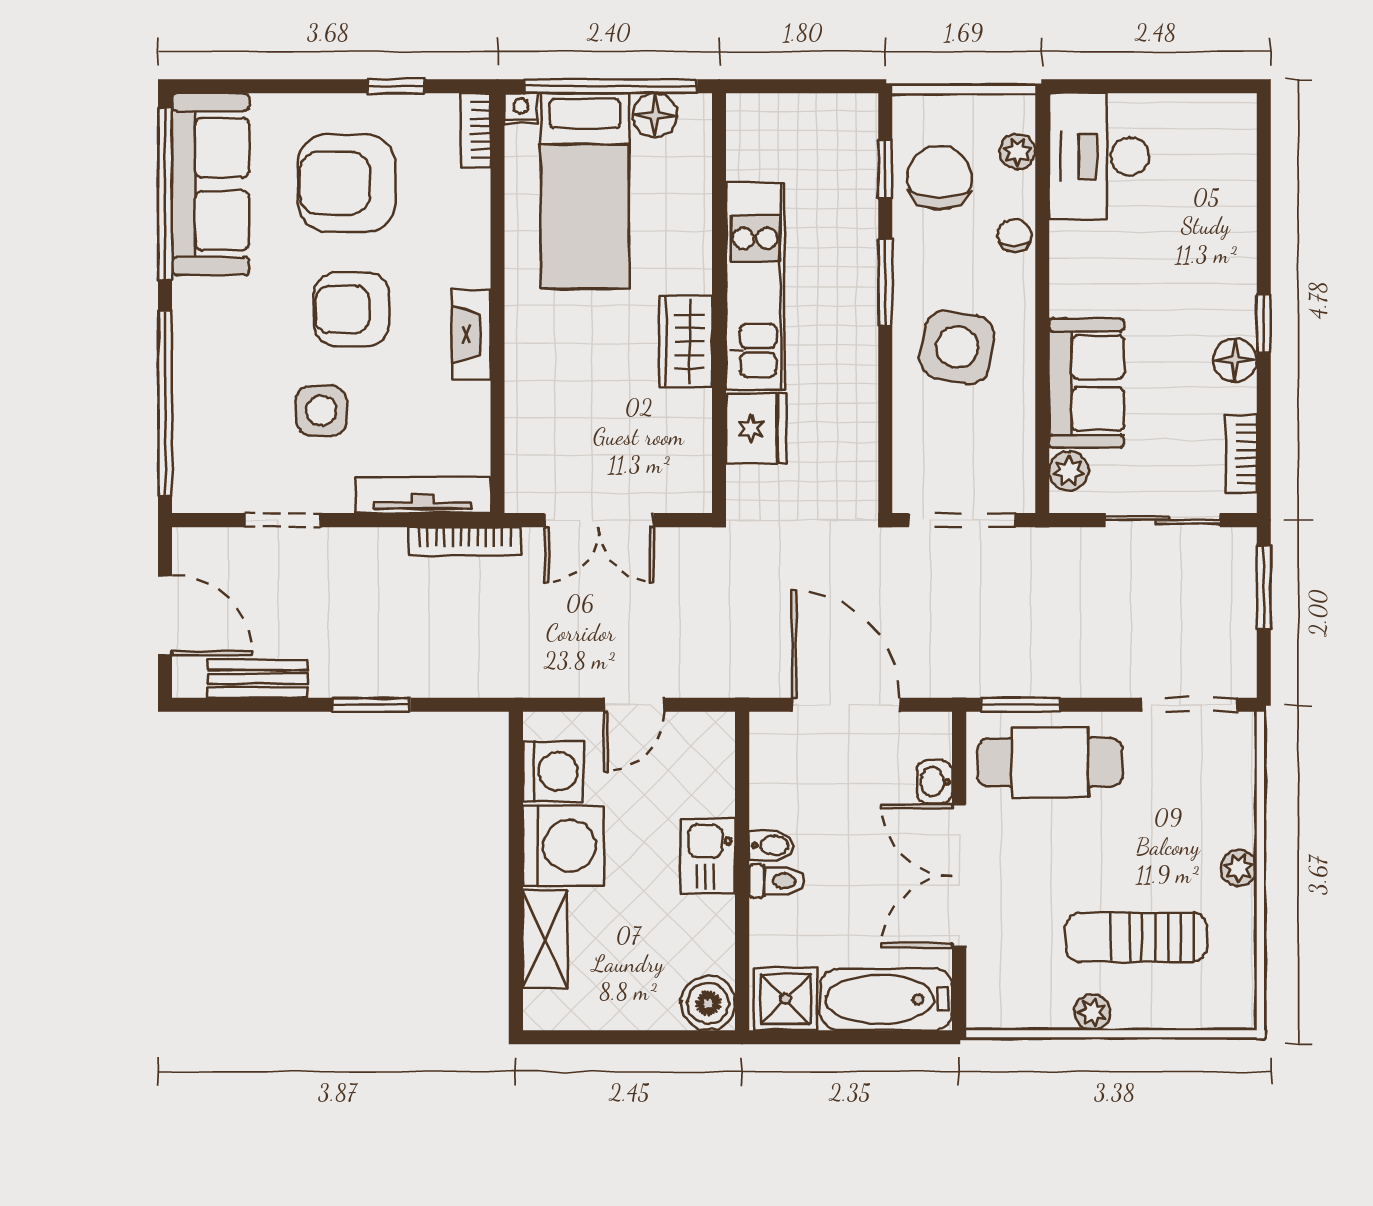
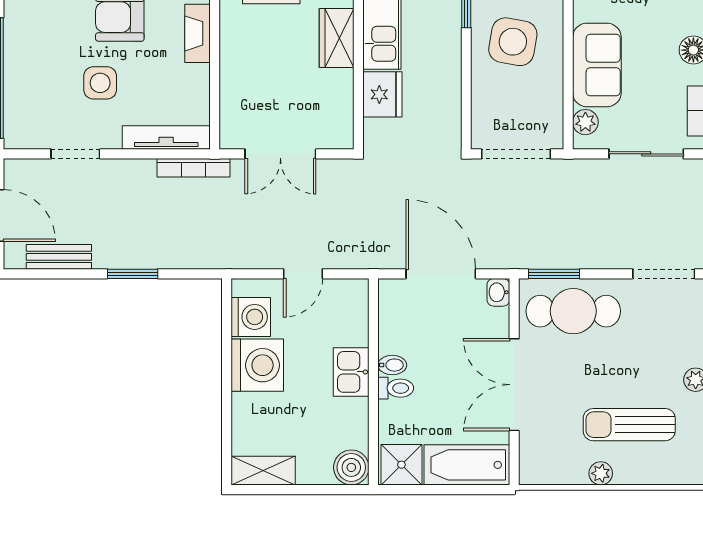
washbasin: (935, 782) -> (498, 292), moved
shelving: (545, 939) -> (263, 471), moved, turned 90

